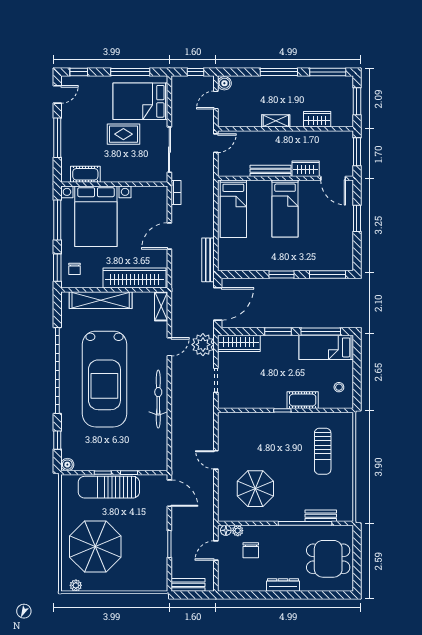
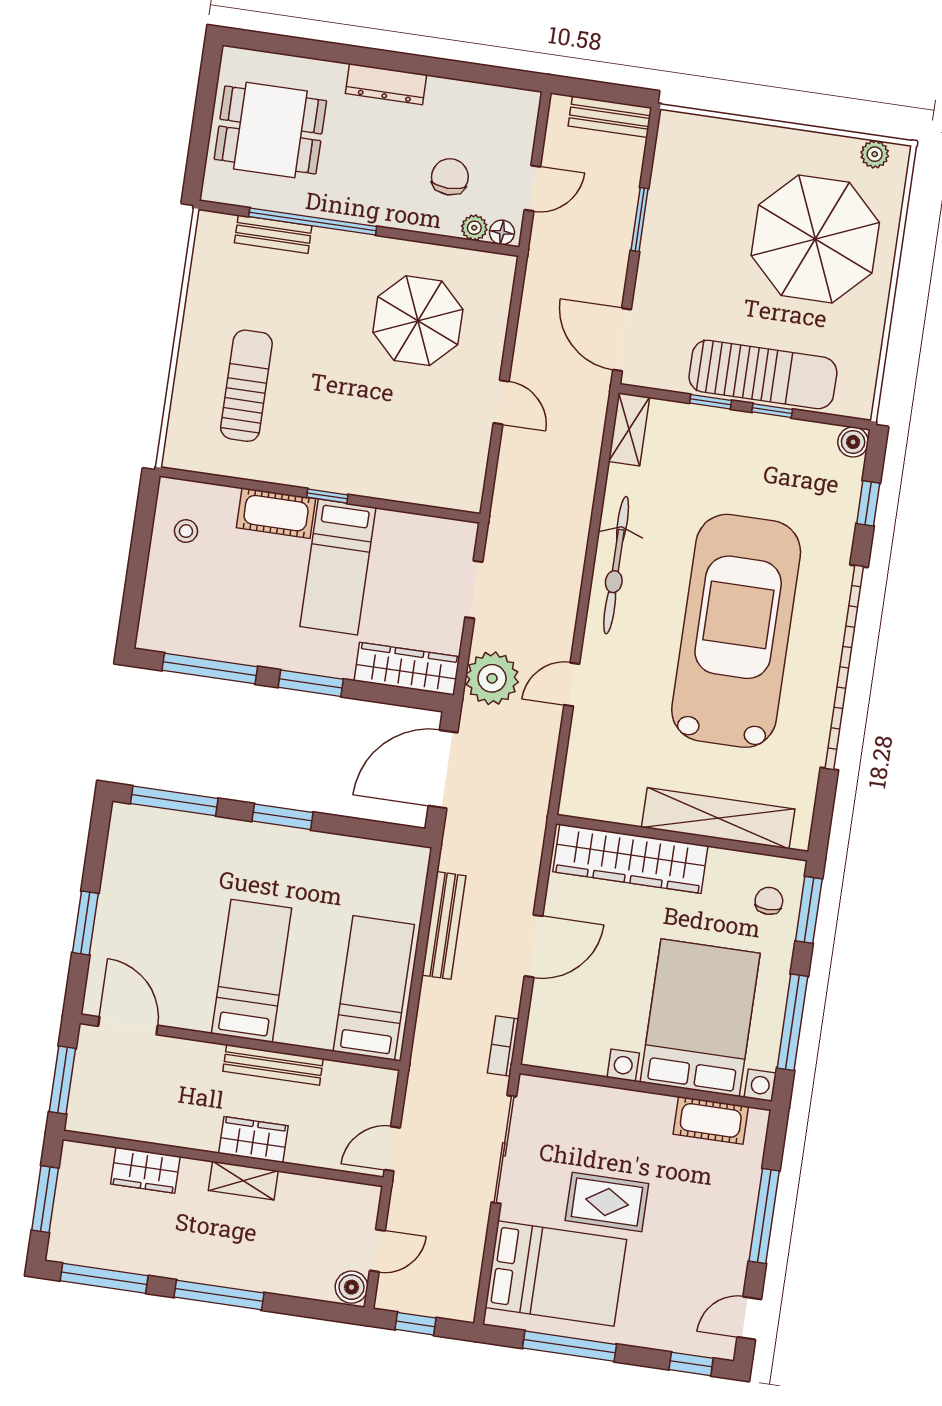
wardrobe: (306, 169) -> (253, 1140), moved, turned 180
bench: (208, 260) -> (444, 925), moved
shelving: (161, 306) -> (629, 429), moved
bed: (326, 347) -> (338, 567), moved, turned 90

